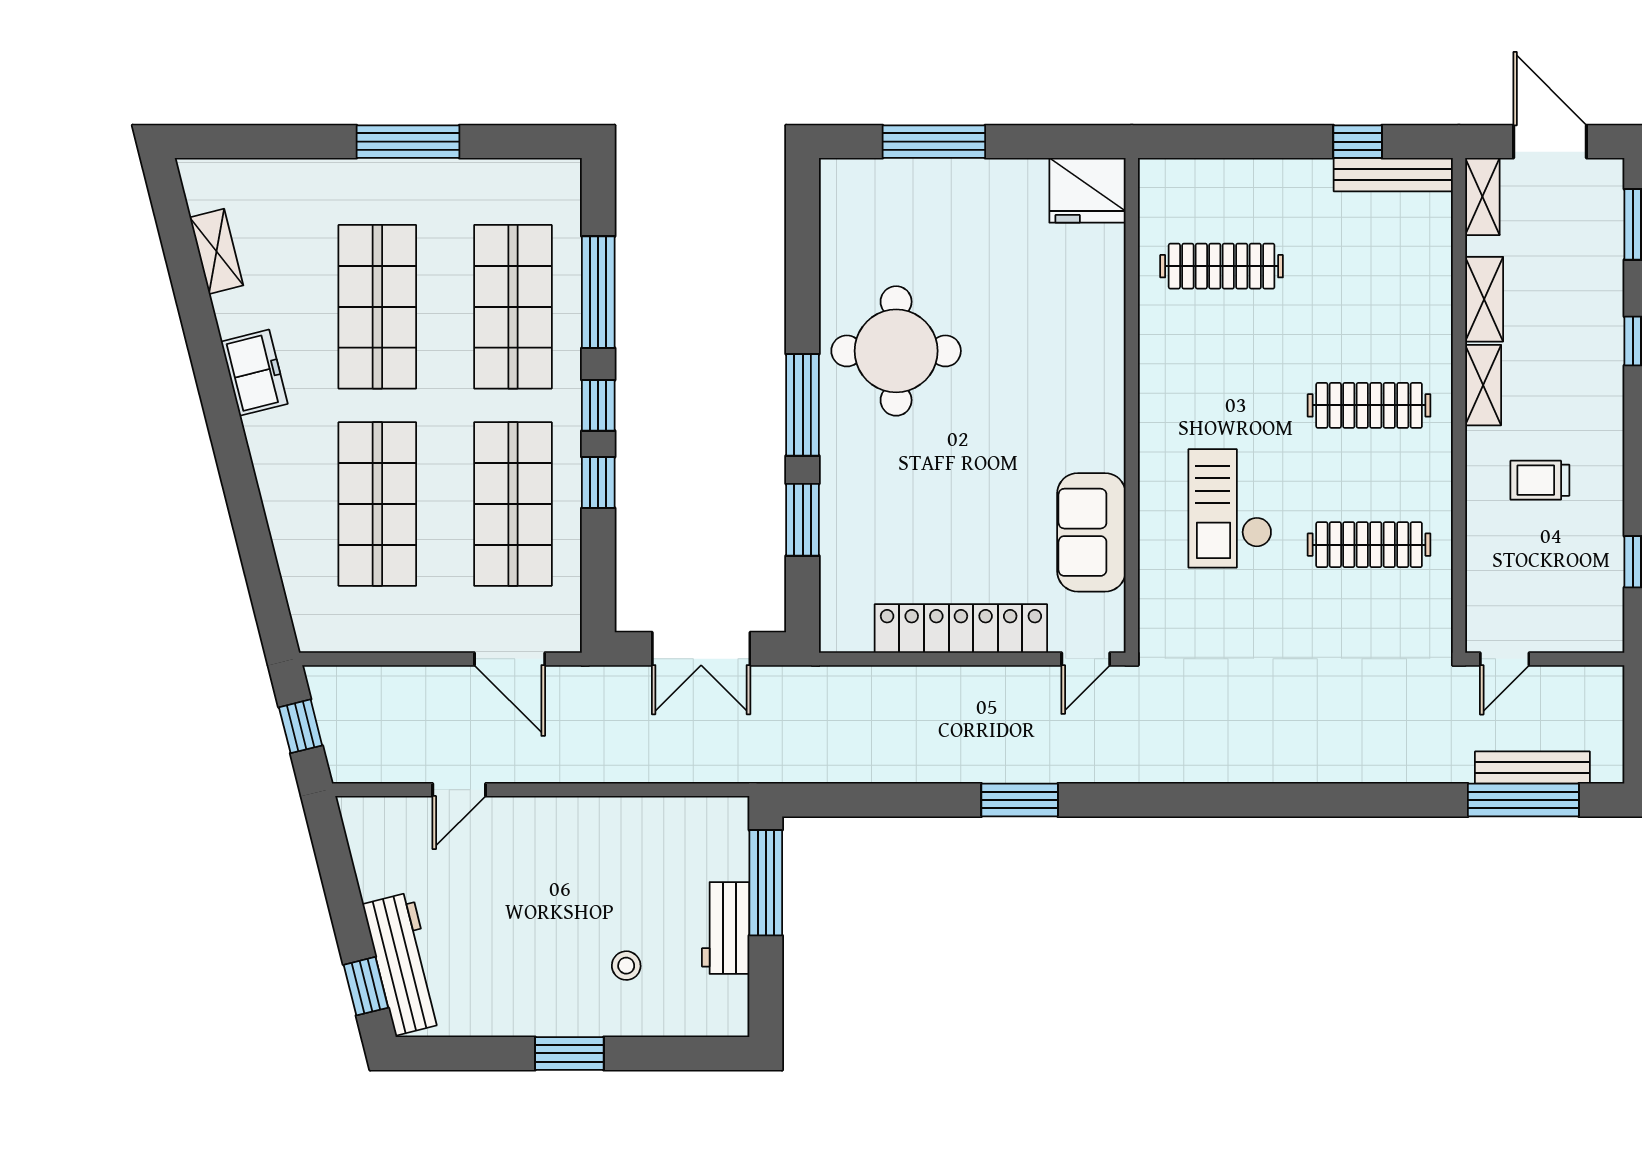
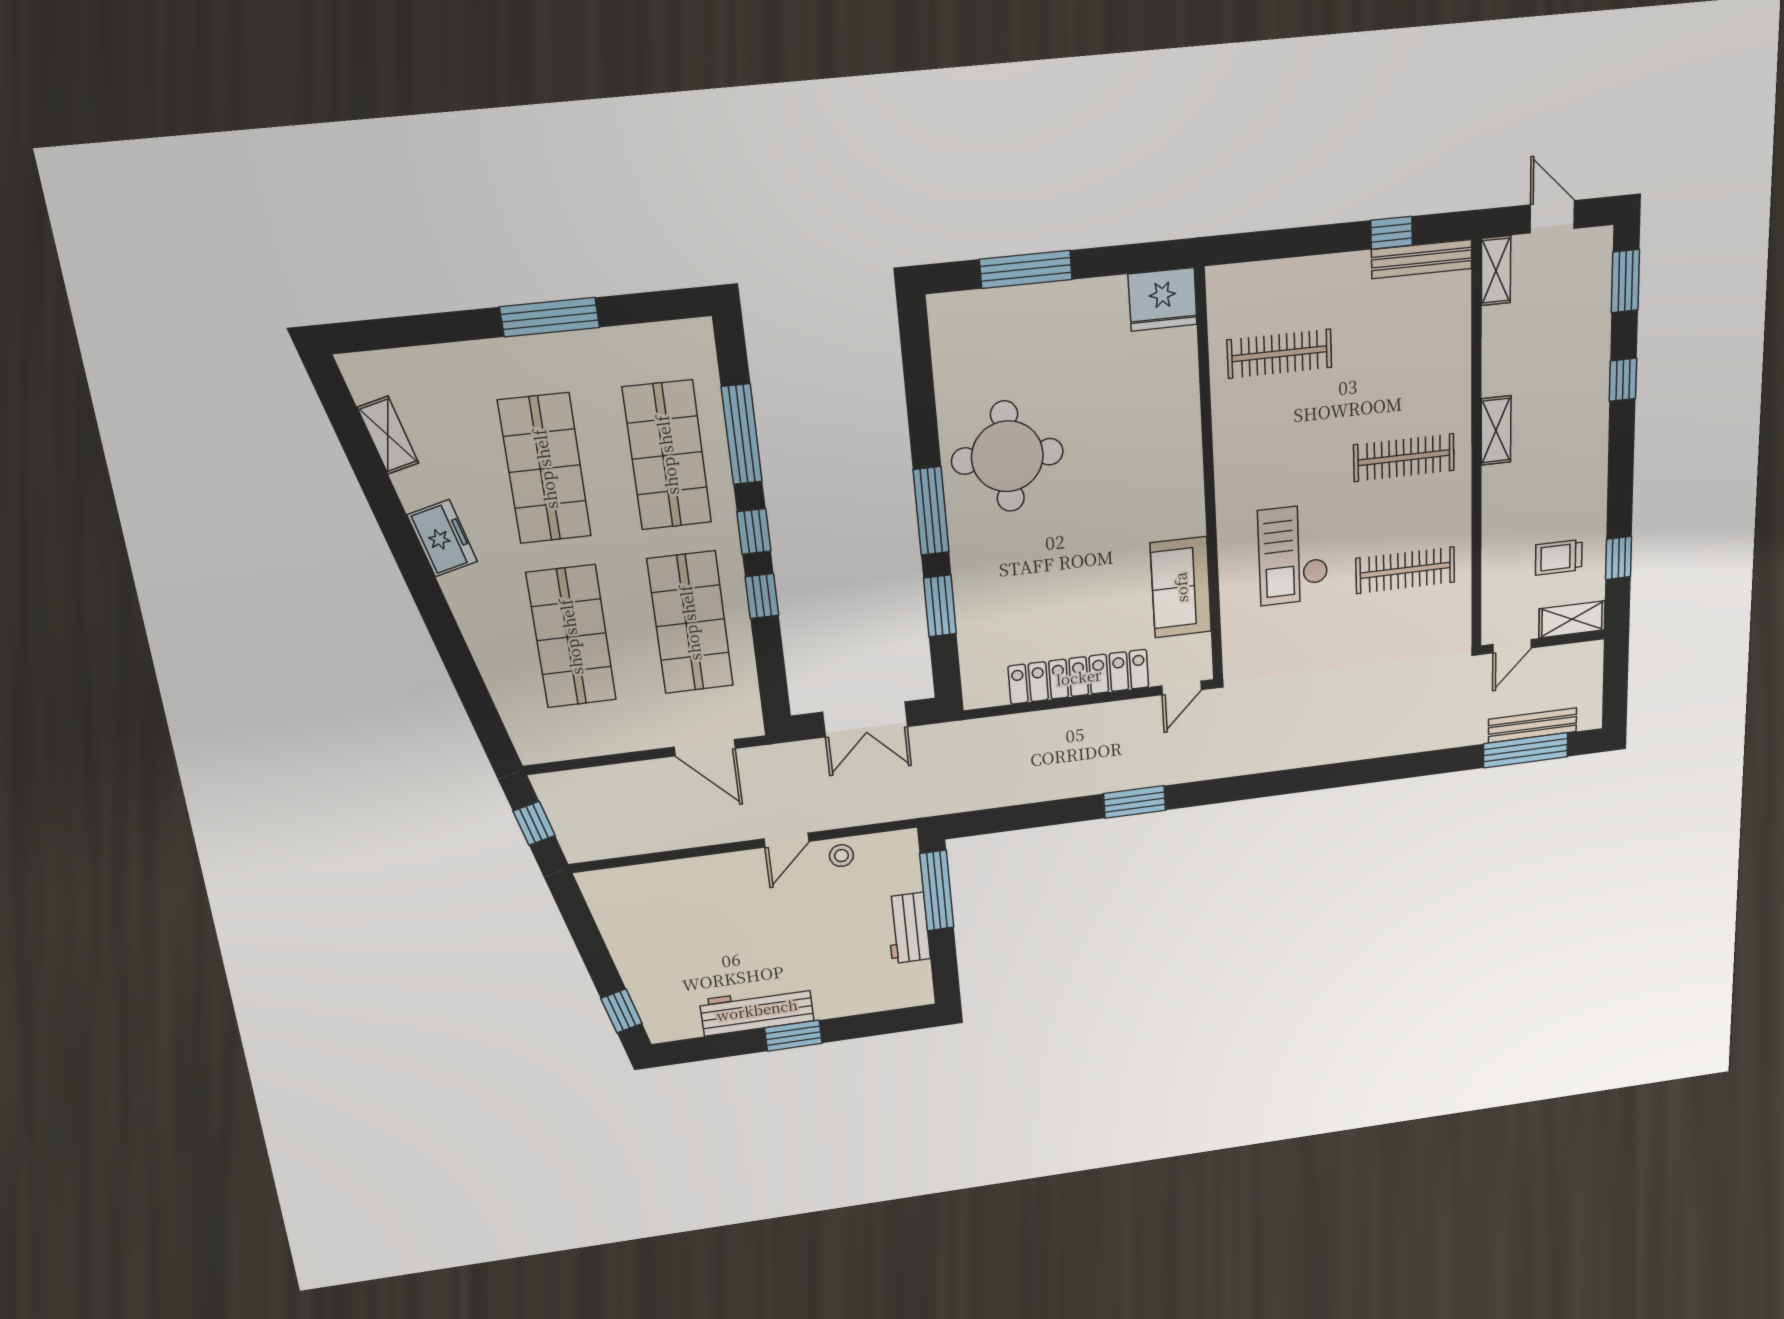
door: (1550, 142) -> (1552, 217), width x0.73
shelving: (1484, 299) -> (1572, 619), moved, turned 90
trolley: (1540, 480) -> (1559, 557), moved
door: (459, 790) -> (786, 840), moved
workbench: (403, 964) -> (757, 1010), moved, turned -76
stool: (626, 966) -> (841, 856), moved

